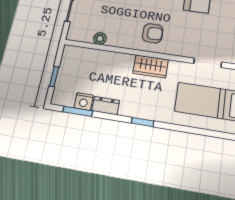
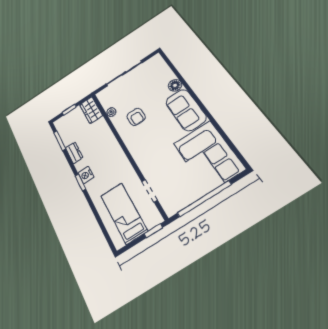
armchair: (153, 33) -> (136, 117), moved
wardrobe: (151, 66) -> (91, 110), moved
nightstand: (84, 102) -> (86, 175), moved

